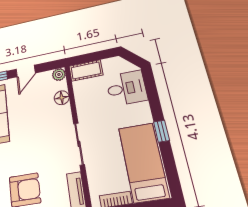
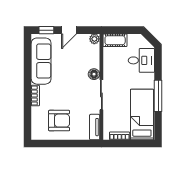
floor lamp: (62, 98) -> (94, 74), moved
window: (161, 131) -> (158, 96), width x2.17

